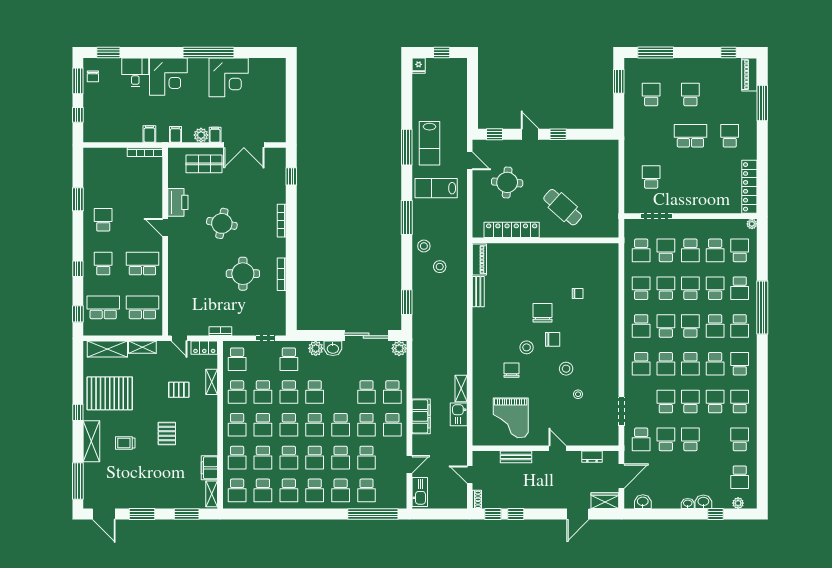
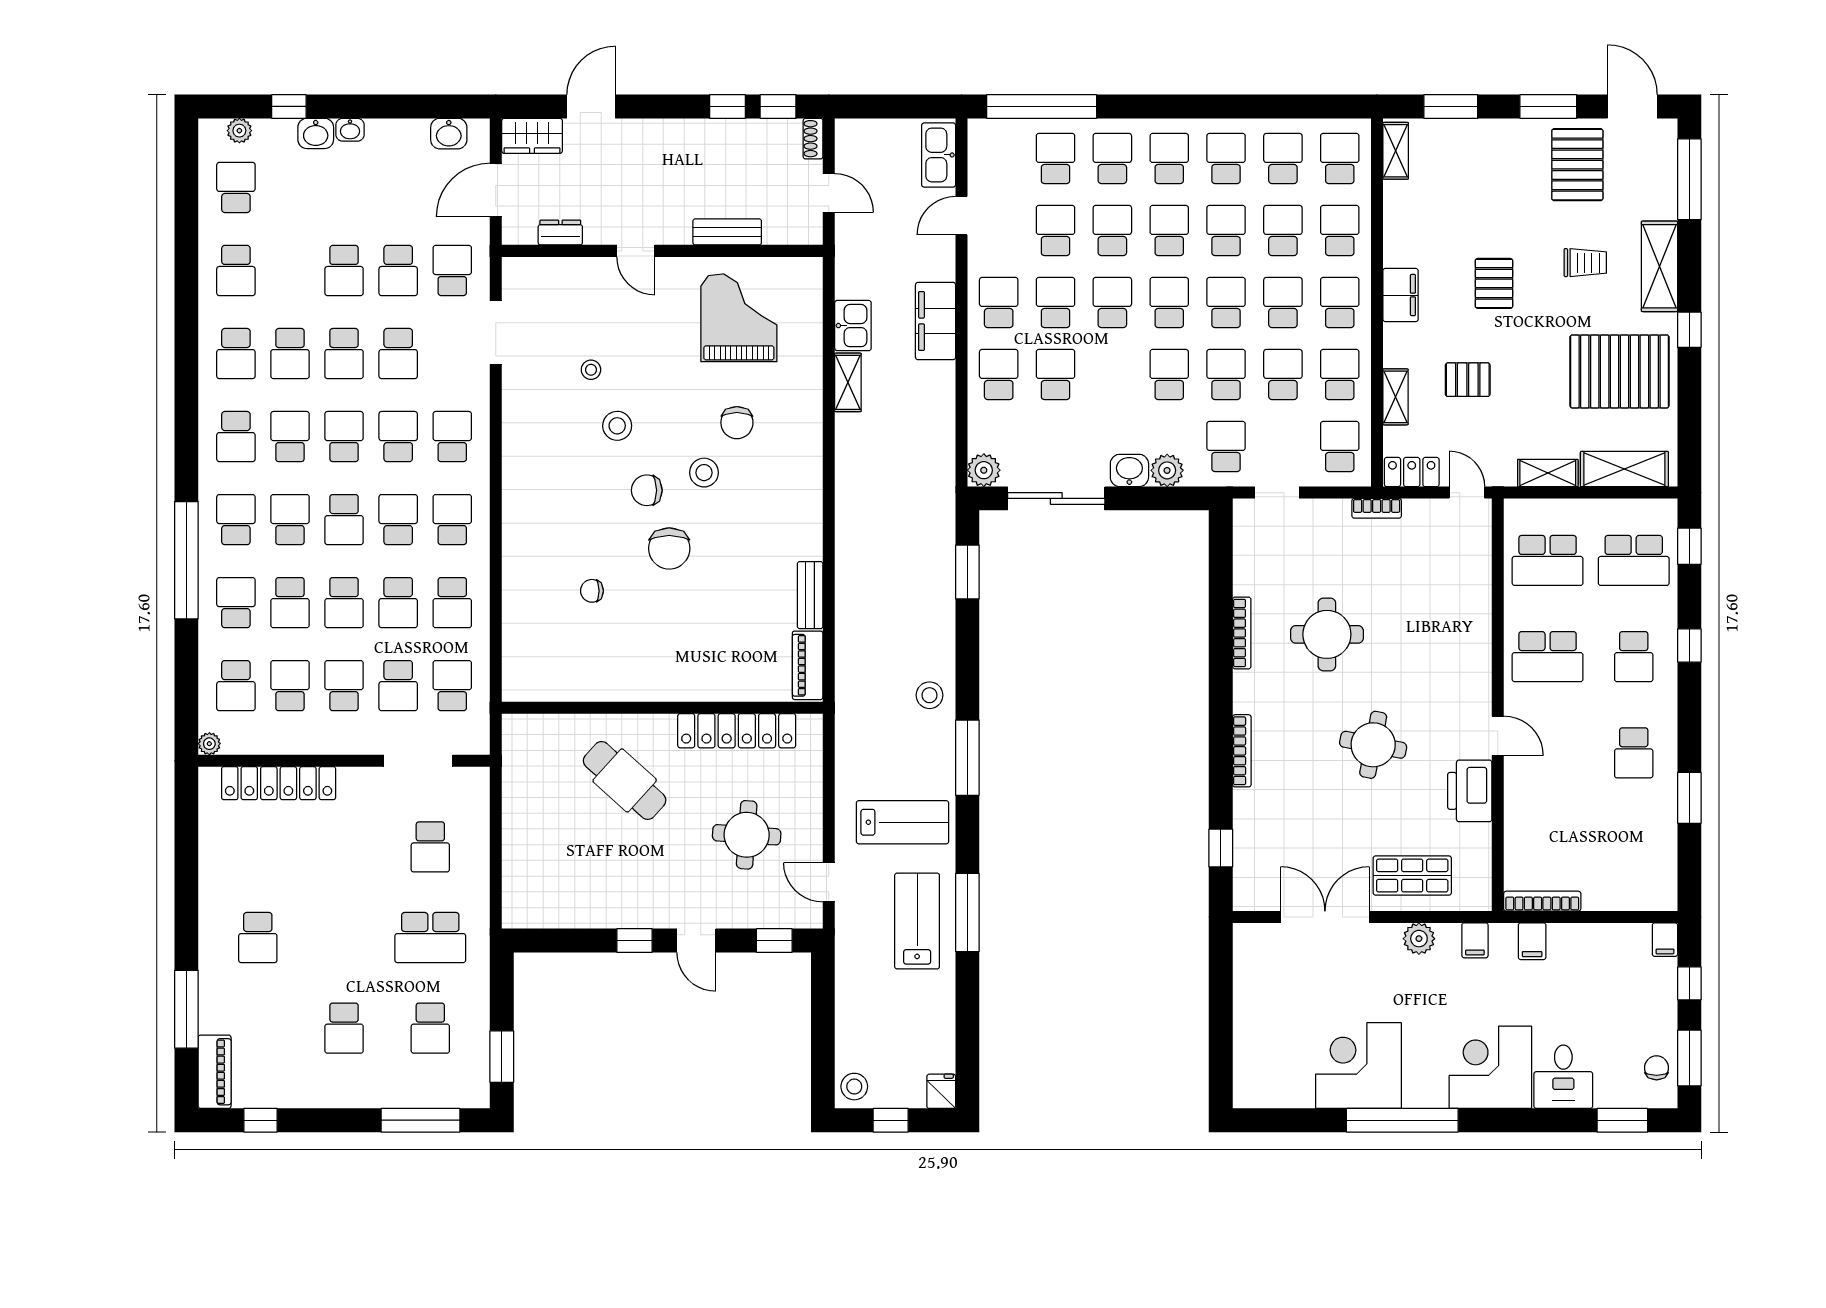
filing cabinet: (215, 135) -> (1665, 940), moved
school desk: (690, 136) -> (430, 938), moved
locker: (749, 187) -> (279, 783), moved, turned 90
stool: (440, 267) -> (854, 1087), moved
school desk: (666, 326) -> (398, 520), turned 180
filing cabinet: (209, 468) -> (1401, 295), moved
pallet: (129, 488) -> (1577, 165), added

